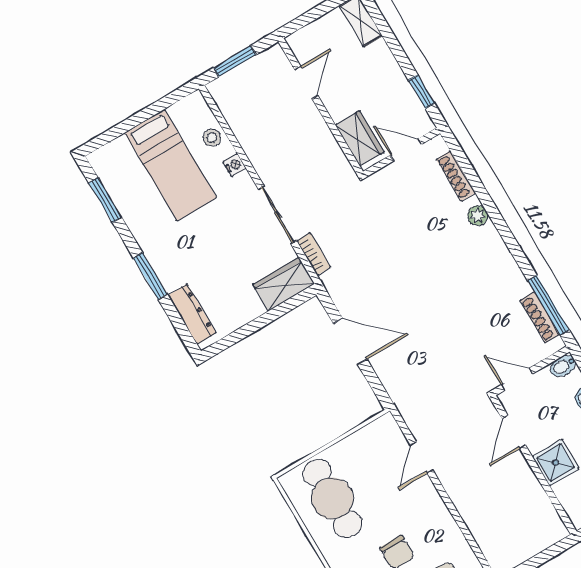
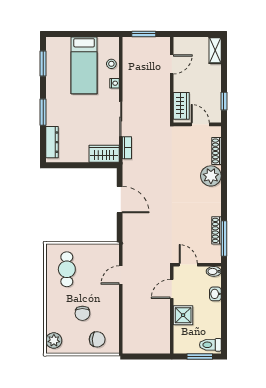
plant: (478, 216) -> (211, 176), width x1.87, depth x1.87
shoe rack: (540, 317) -> (216, 230), moved
cafe table: (332, 498) -> (67, 269), width x0.73, depth x0.74

